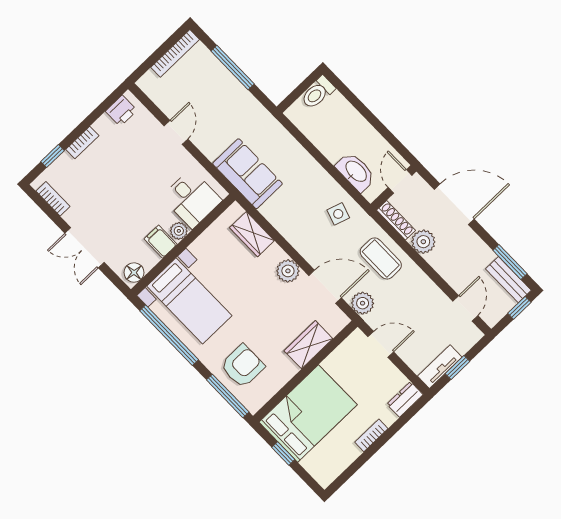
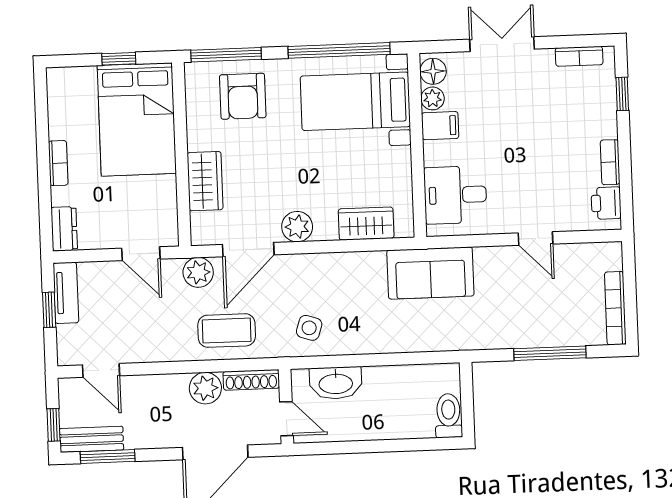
bookcase: (82, 143) -> (610, 162), moved
plant: (179, 231) -> (433, 98), moved
door: (381, 344) -> (141, 254), hinge flipped

